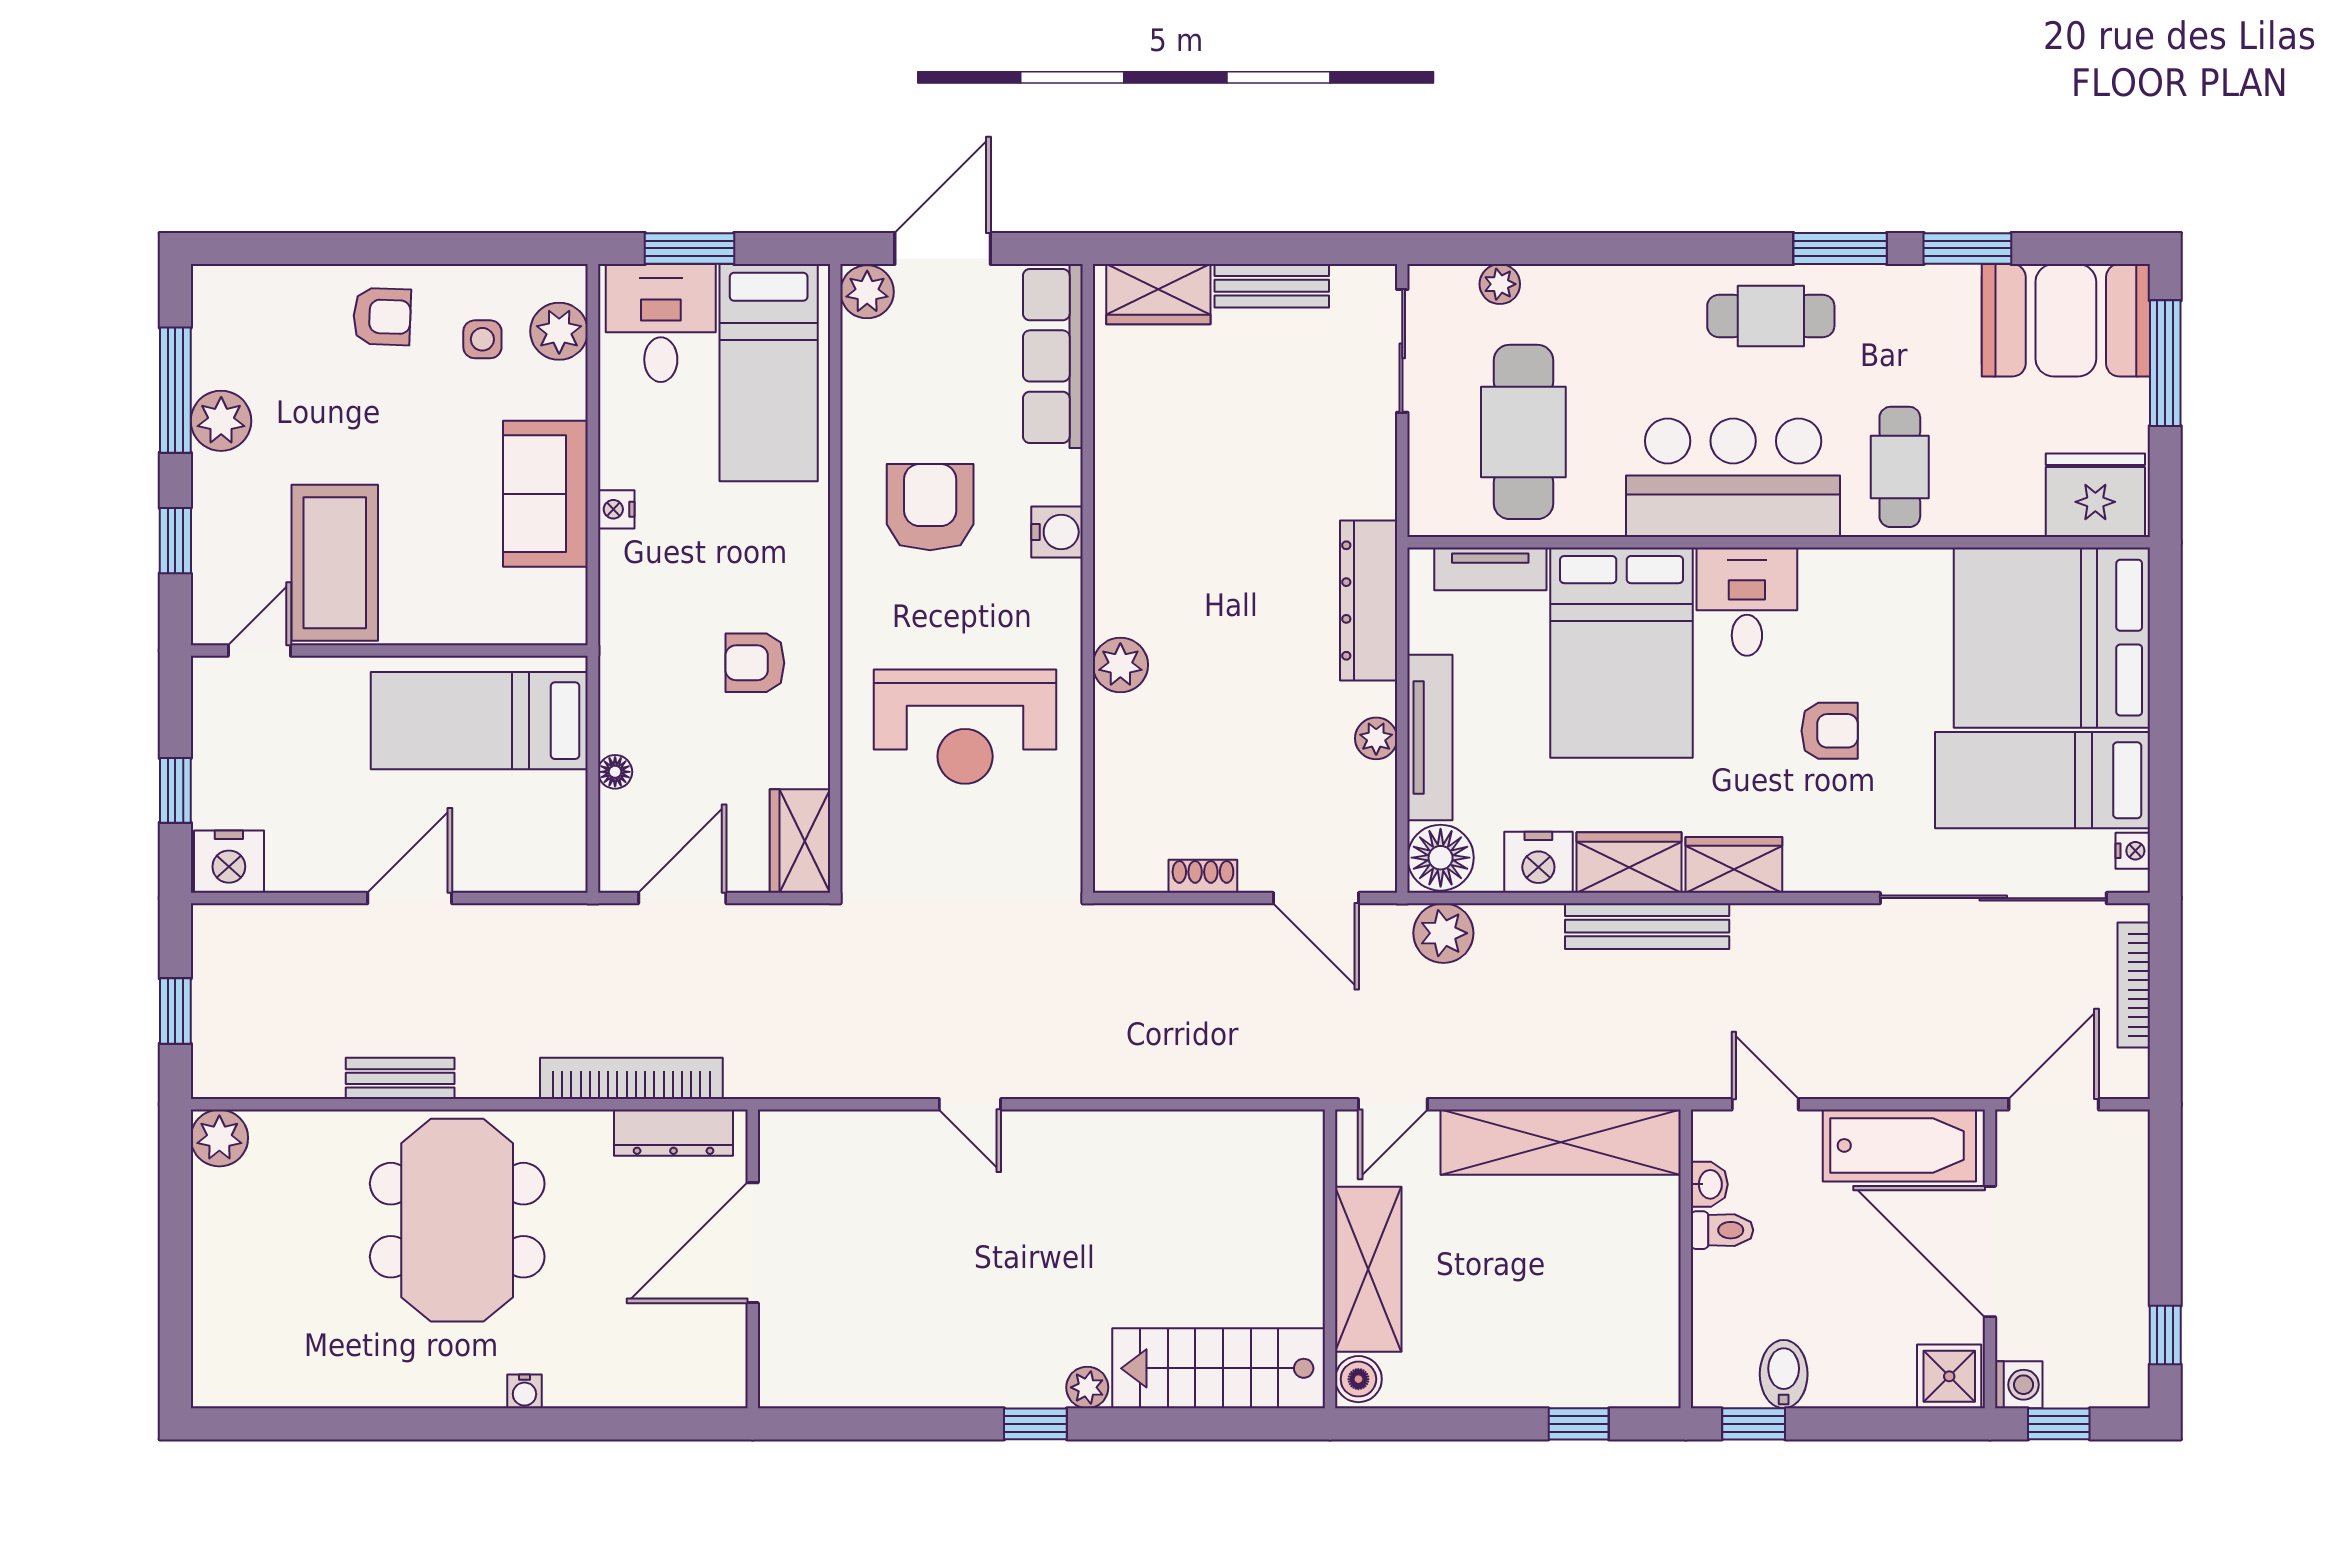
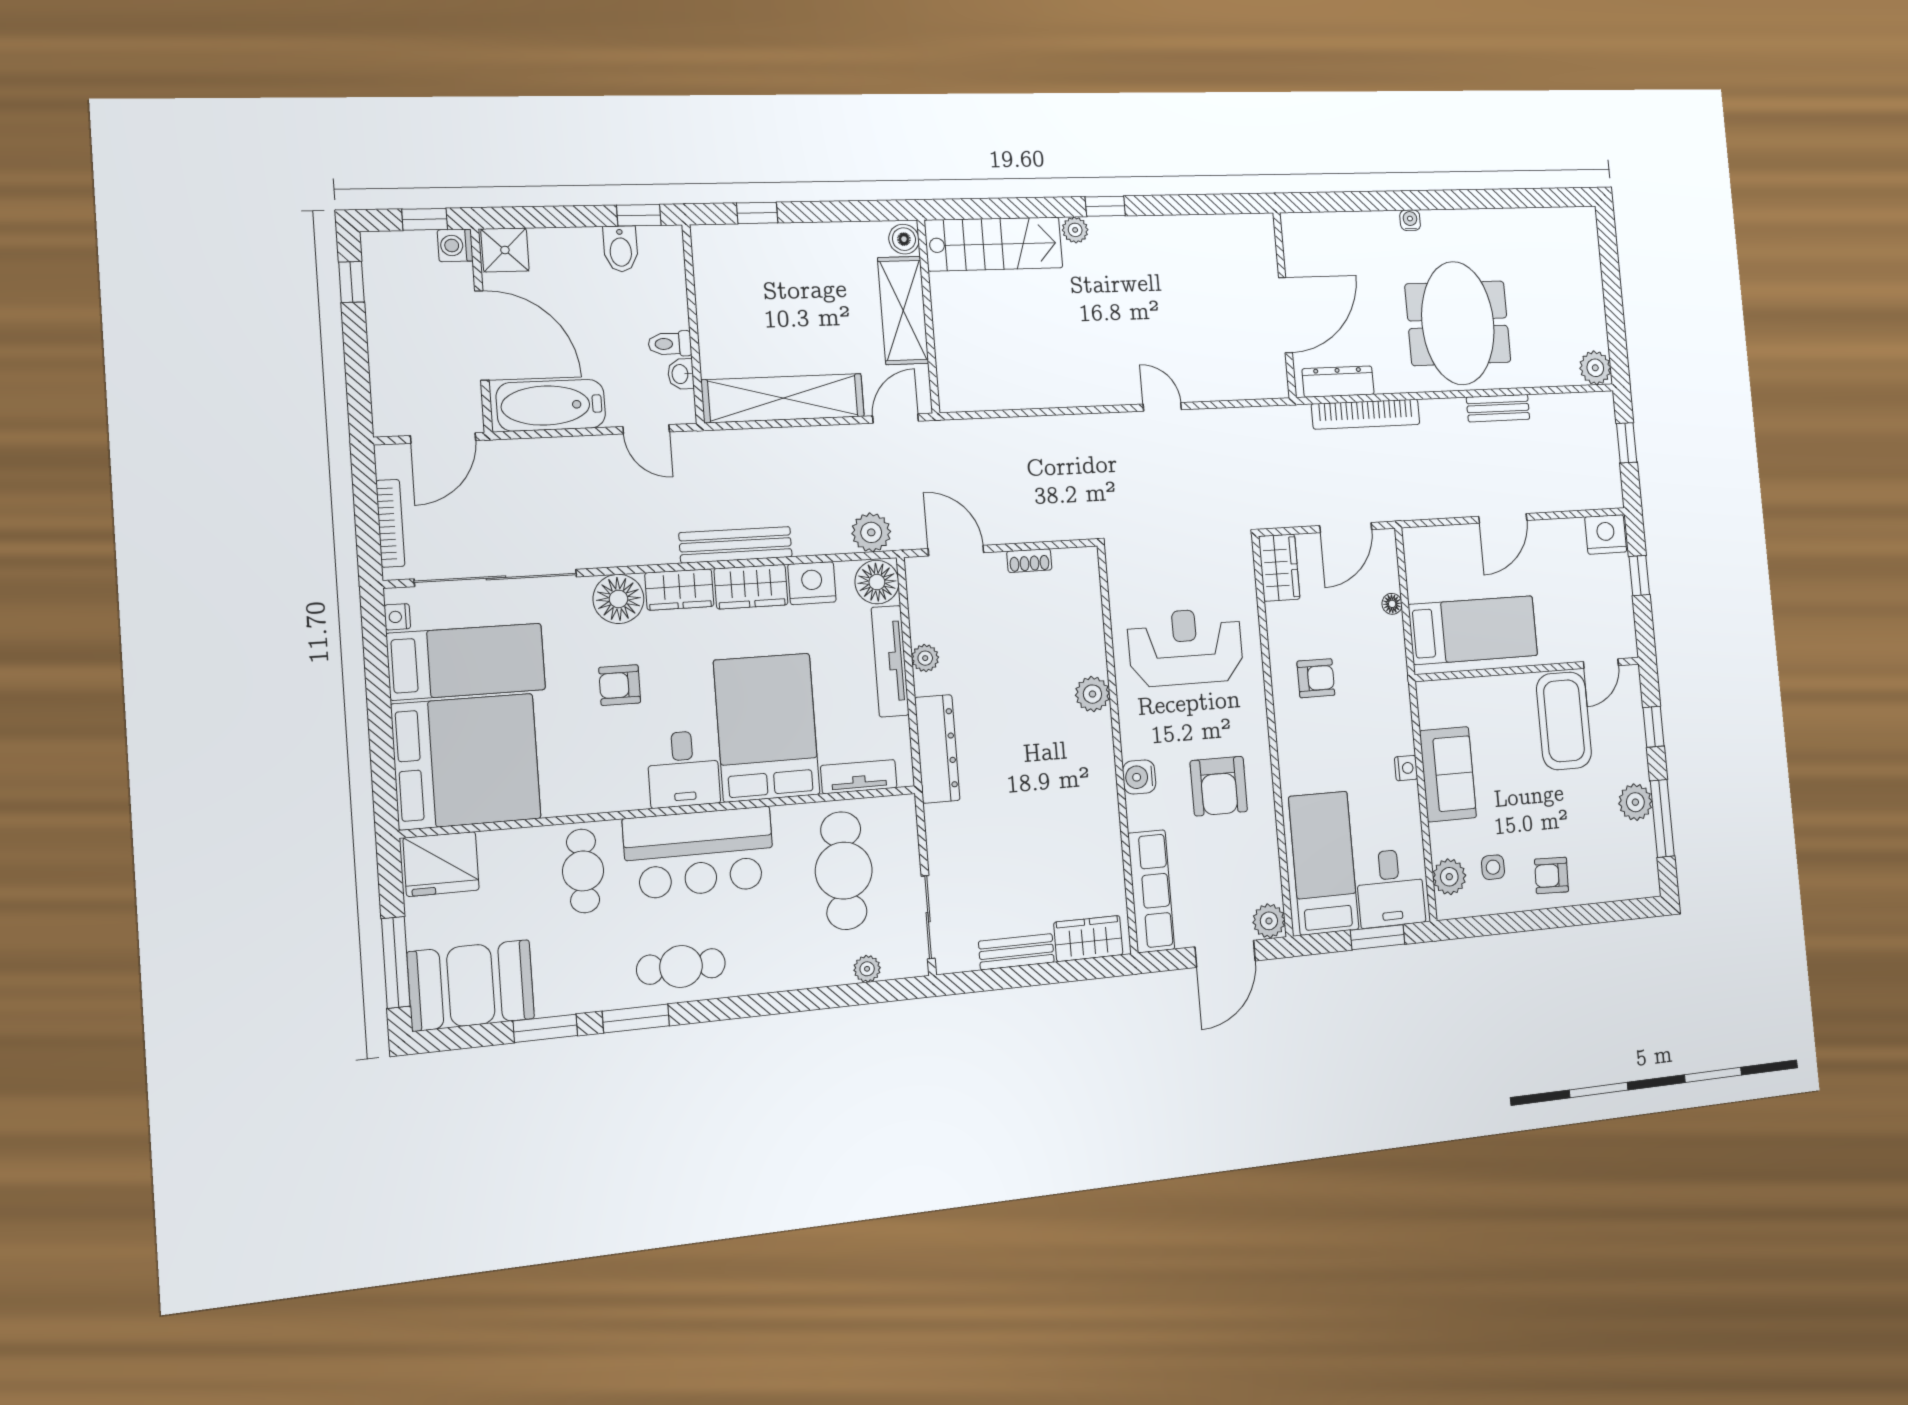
floor lamp: (1823, 857) -> (618, 599), added

